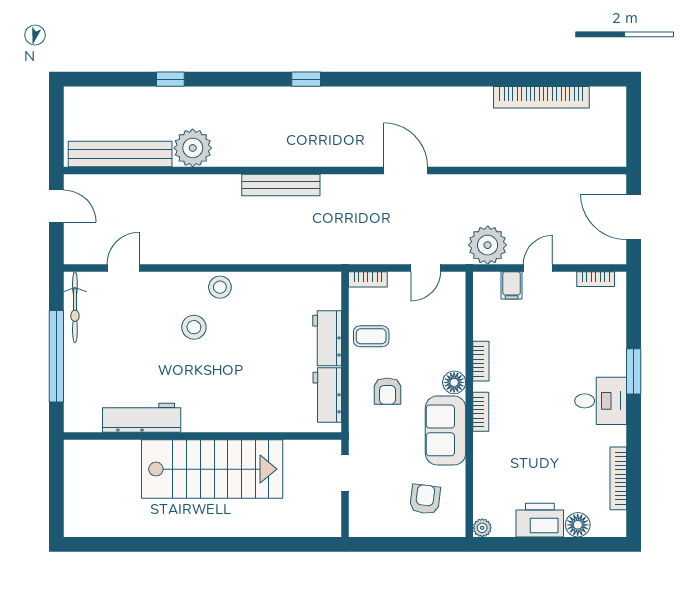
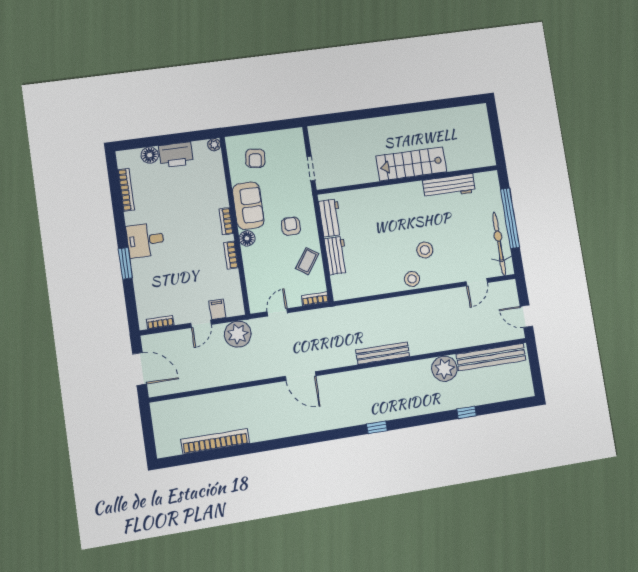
bicycle: (75, 307) -> (499, 244), width x1.37, depth x1.40
coffee table: (371, 336) -> (307, 261), turned -55
stairs: (212, 469) -> (411, 164), width x0.73, depth x0.66

